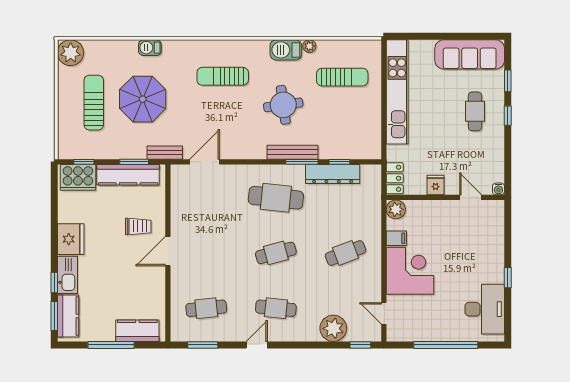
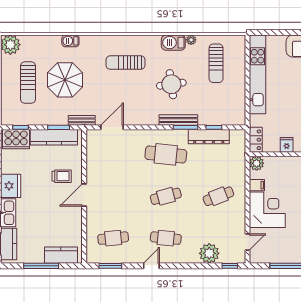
sun lounger: (342, 77) -> (216, 63), turned 90
sun lounger: (94, 103) -> (28, 82), turned 180
door: (384, 313) -> (247, 242), swing flipped

